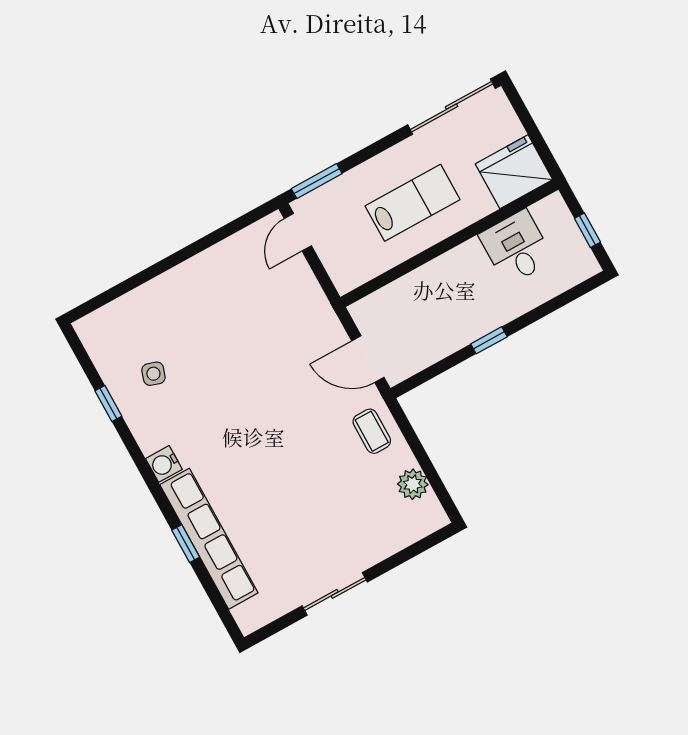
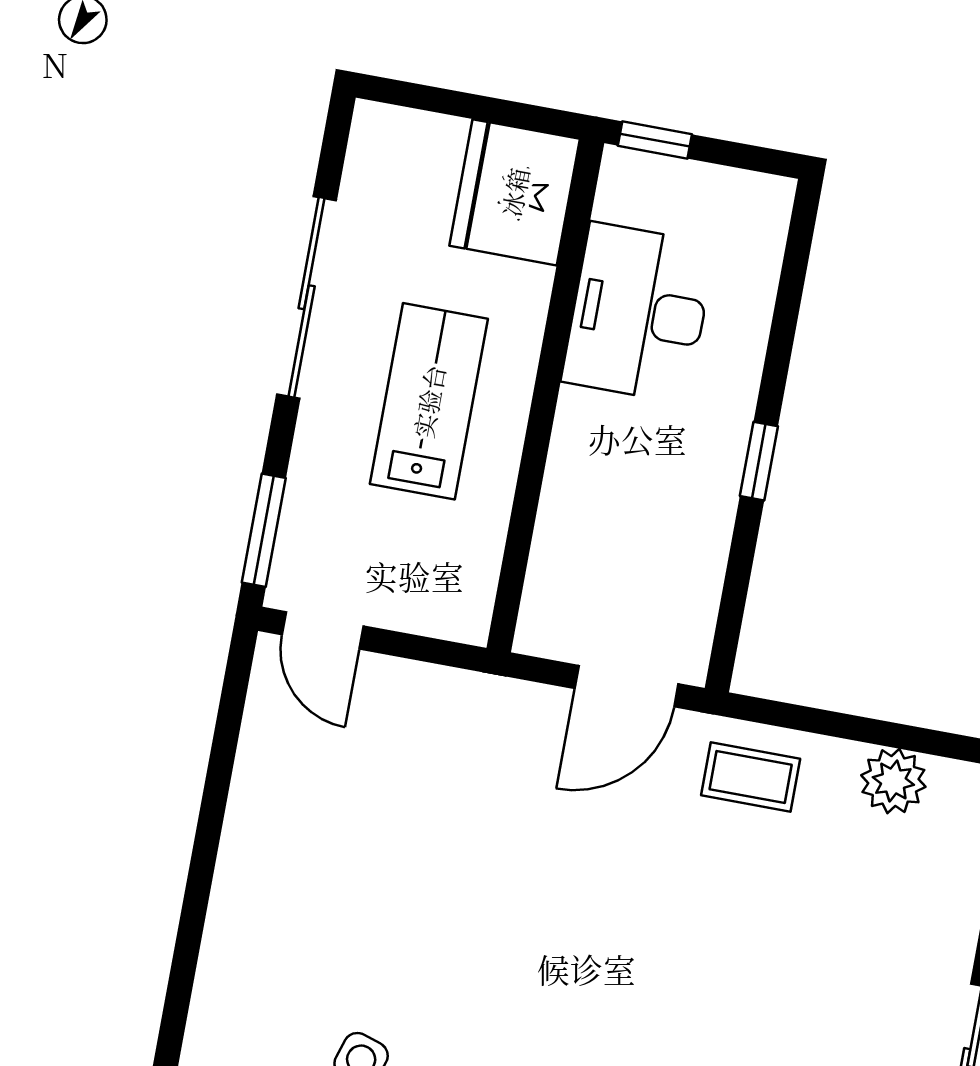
sliding door: (452, 107) -> (307, 297), moved
window: (587, 230) -> (655, 140), moved
desk: (516, 247) -> (639, 313), width x1.37

